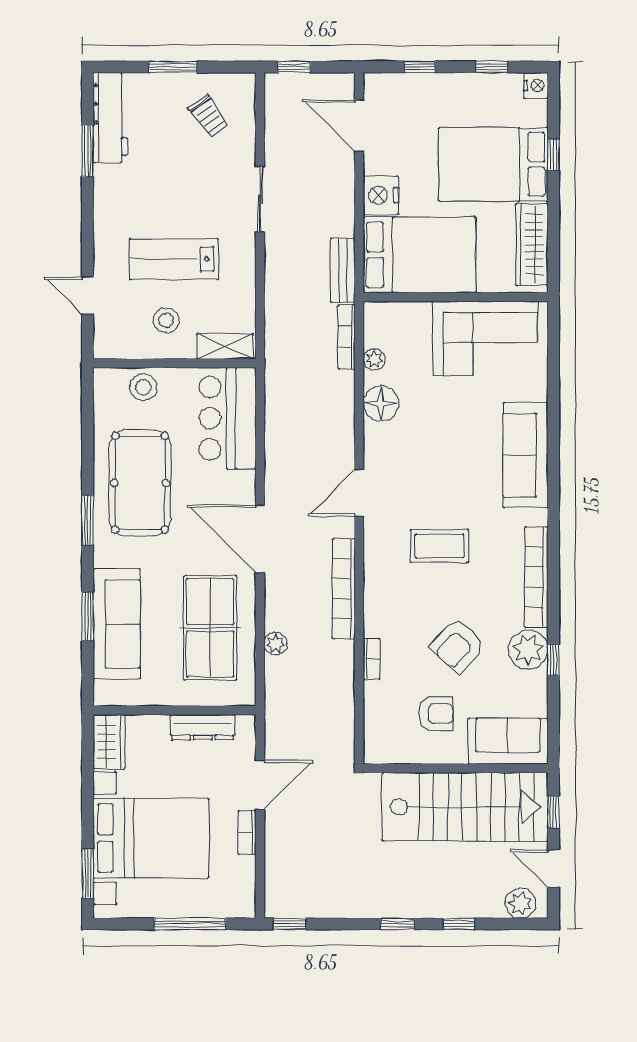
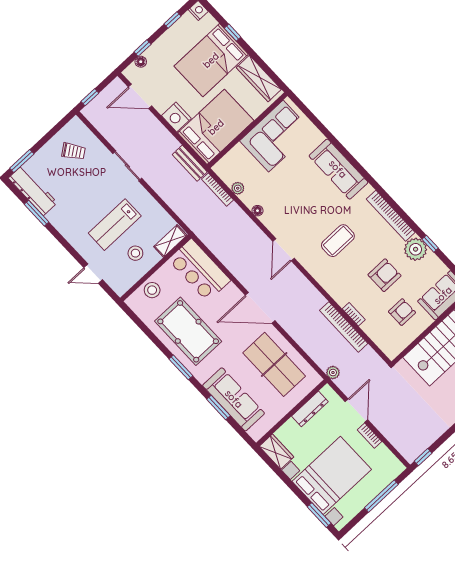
window: (173, 67) -> (22, 161), moved
floor lamp: (401, 82) -> (141, 62), added
floor lamp: (381, 403) -> (257, 211), width x0.53, depth x0.53
bookcase: (344, 589) -> (344, 327), moved
plant: (276, 644) -> (333, 373), moved
armchair: (458, 646) -> (385, 275), turned -132

